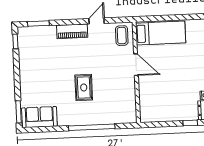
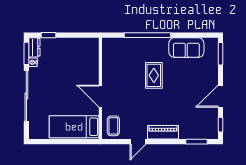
door: (17, 70) -> (220, 96), added
sofa: (39, 117) -> (186, 48), moved

